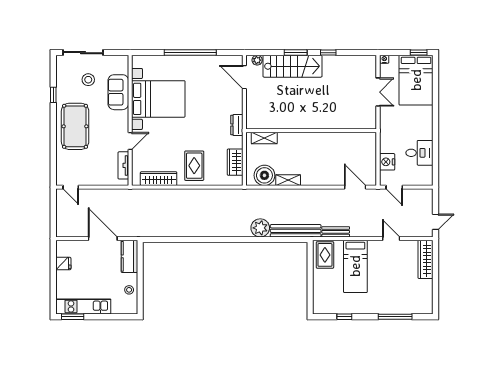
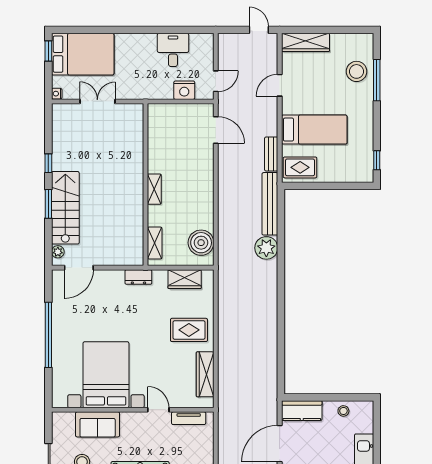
shelving: (288, 180) -> (154, 189), moved
door: (355, 187) -> (216, 130), swing flipped
stool: (402, 300) -> (357, 71), added
window: (344, 317) -> (377, 160), moved

